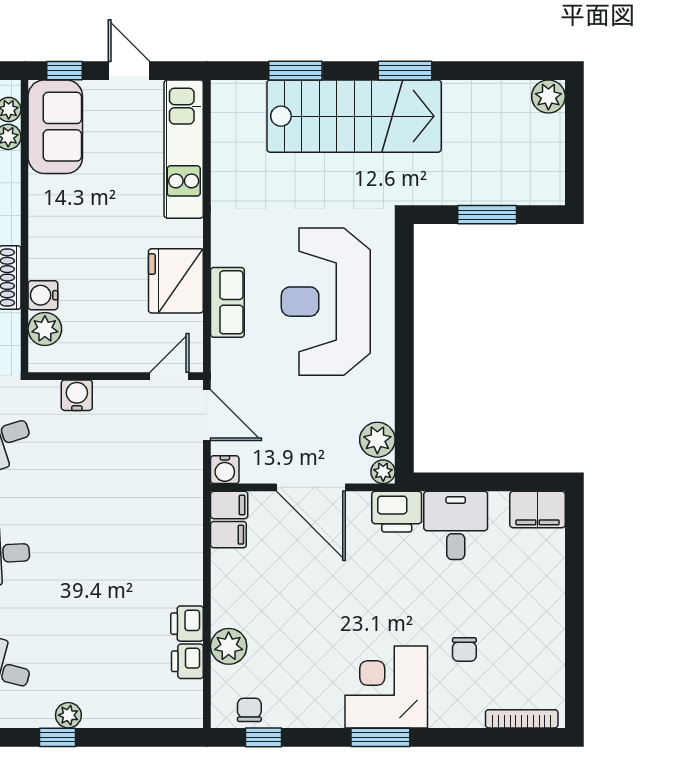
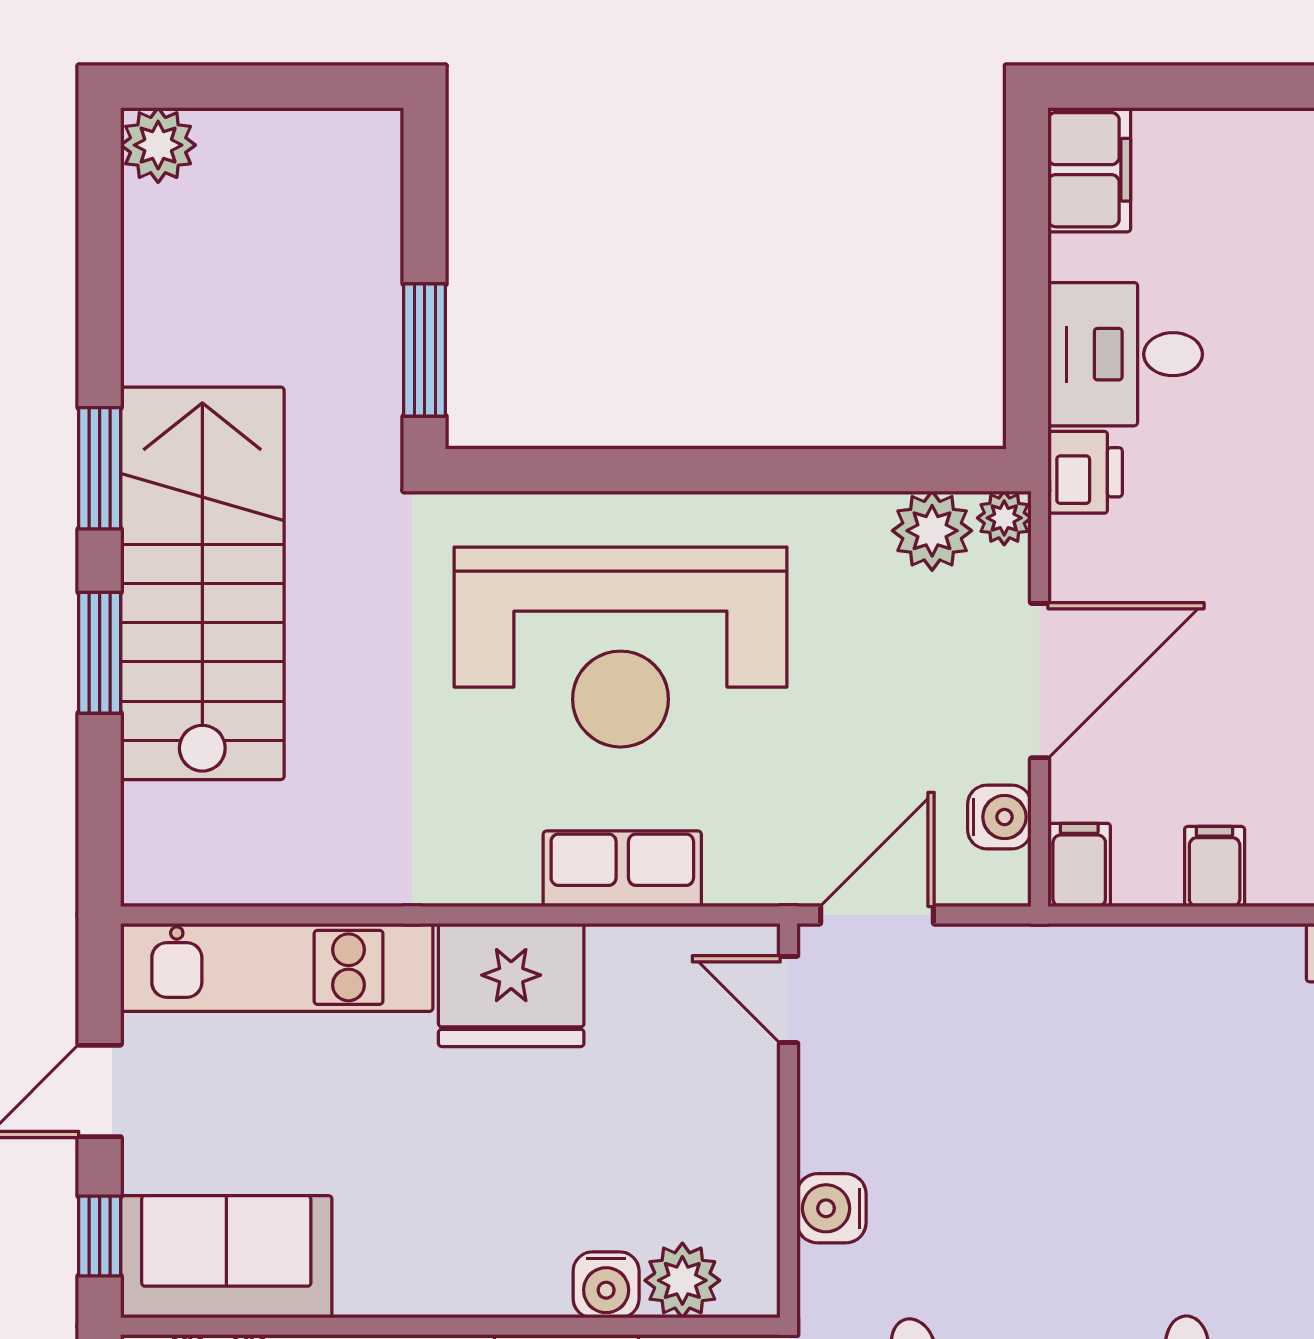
window: (295, 71) -> (100, 653), moved
window: (487, 215) -> (425, 350), moved
fridge: (176, 281) -> (511, 985), moved
water cooler: (225, 470) -> (999, 817), moved
printer: (397, 512) -> (1085, 472), width x0.73, depth x0.81
filing cabinet: (228, 535) -> (1215, 867), moved

